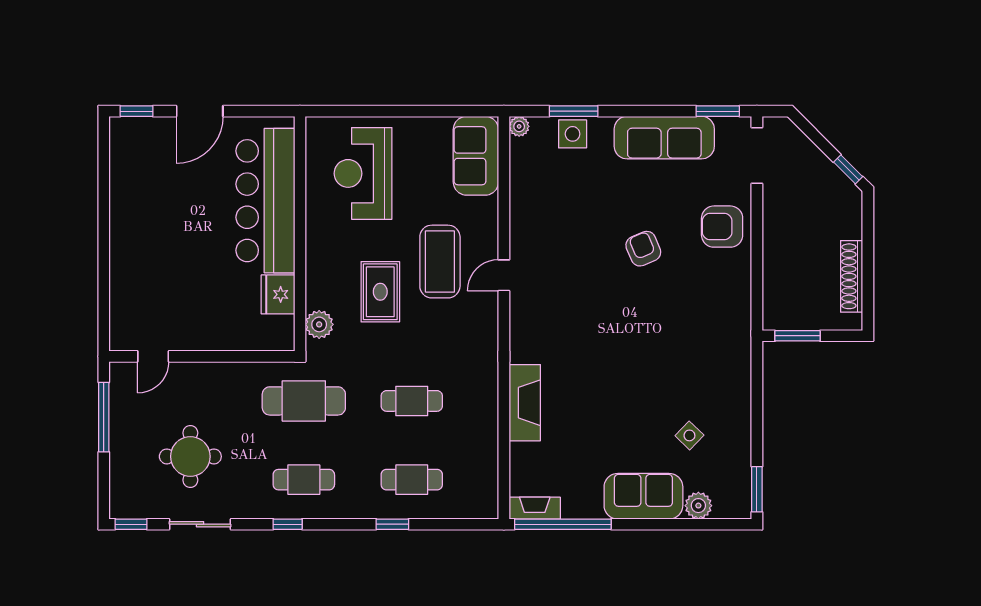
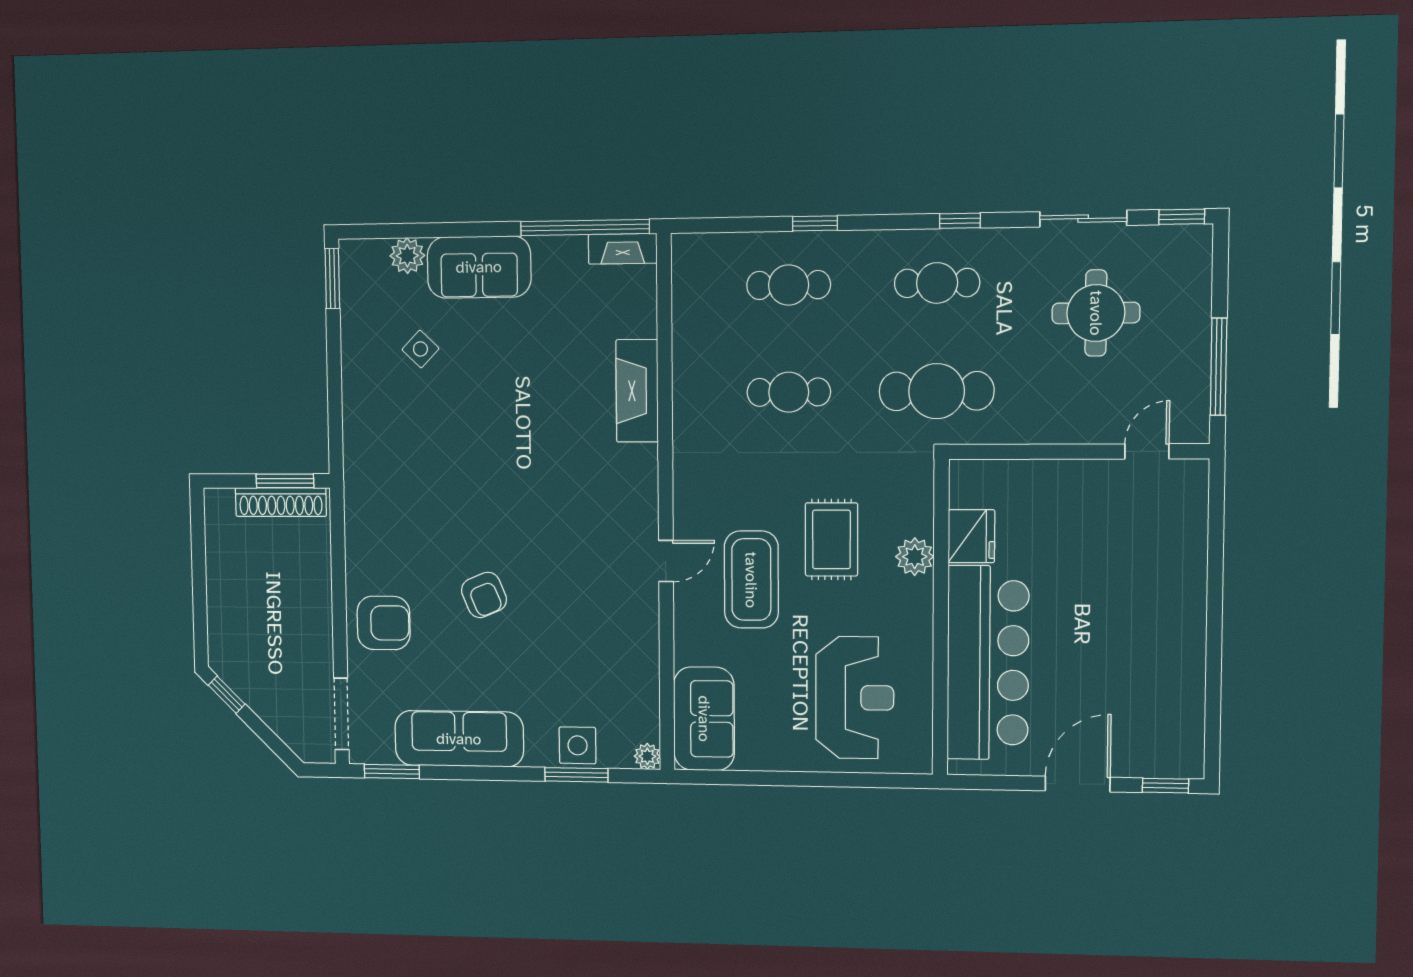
shoe rack: (852, 276) -> (281, 502), moved, turned 90
plant: (319, 324) -> (915, 557), moved

